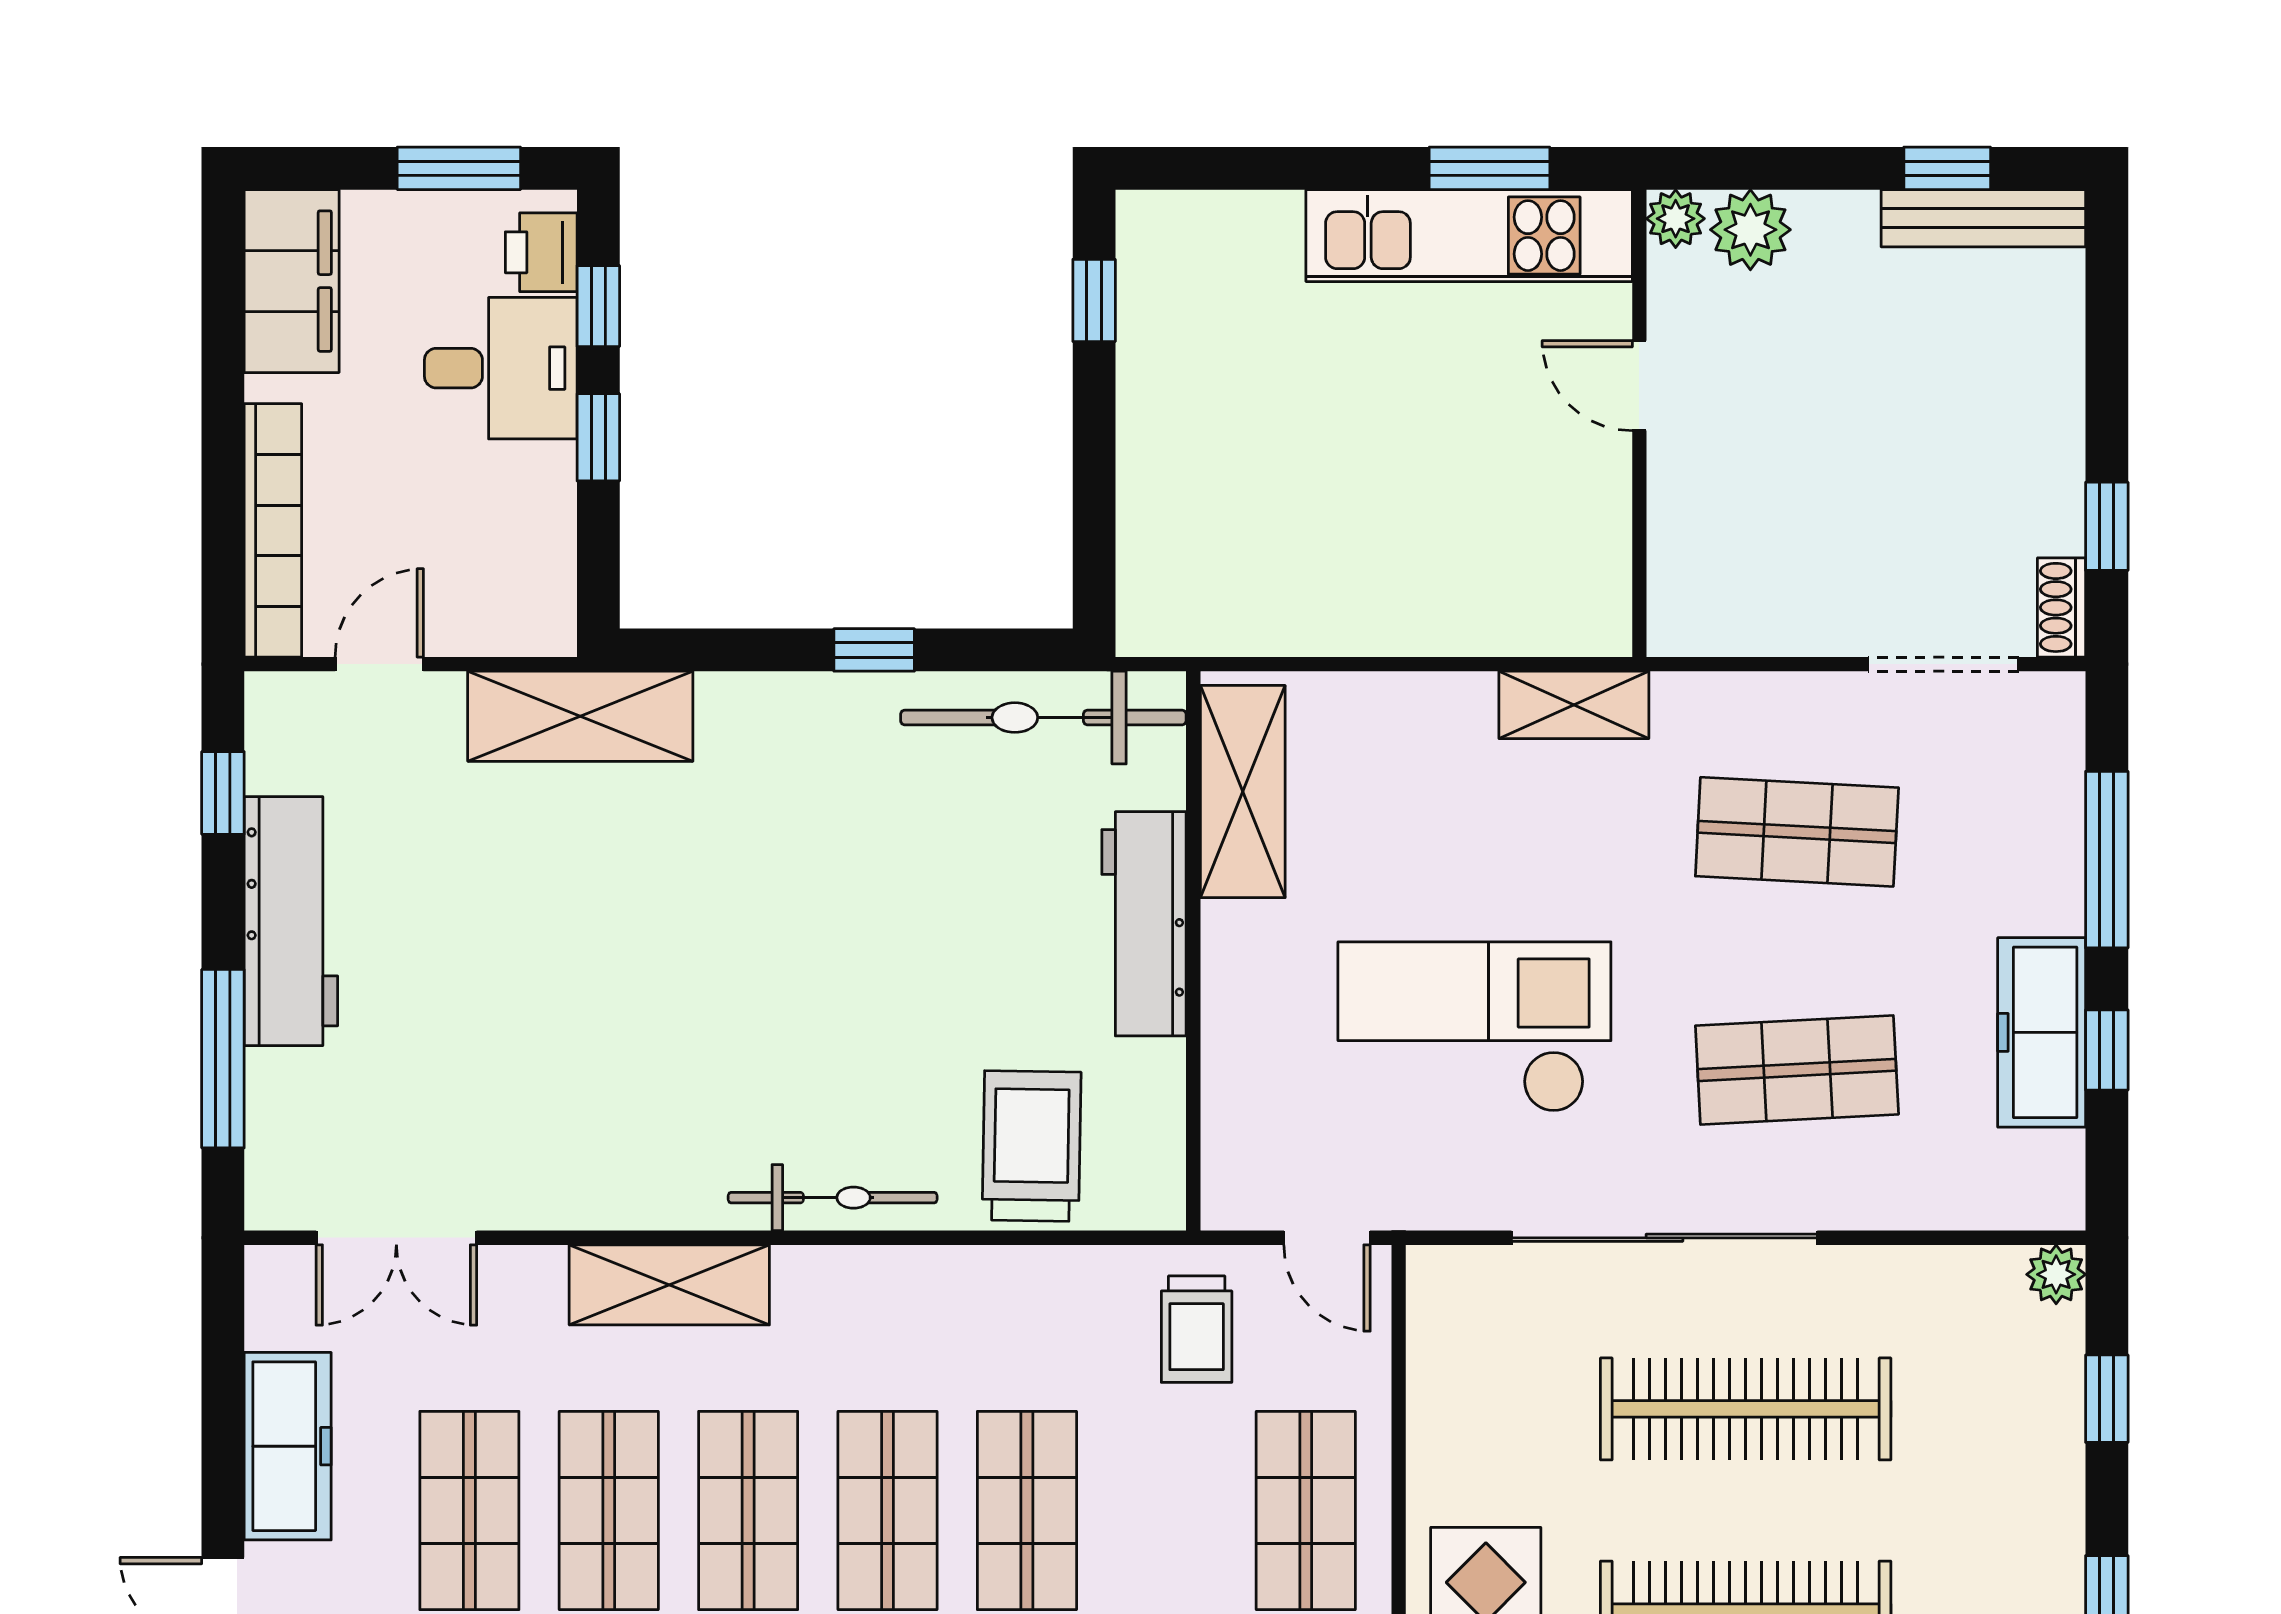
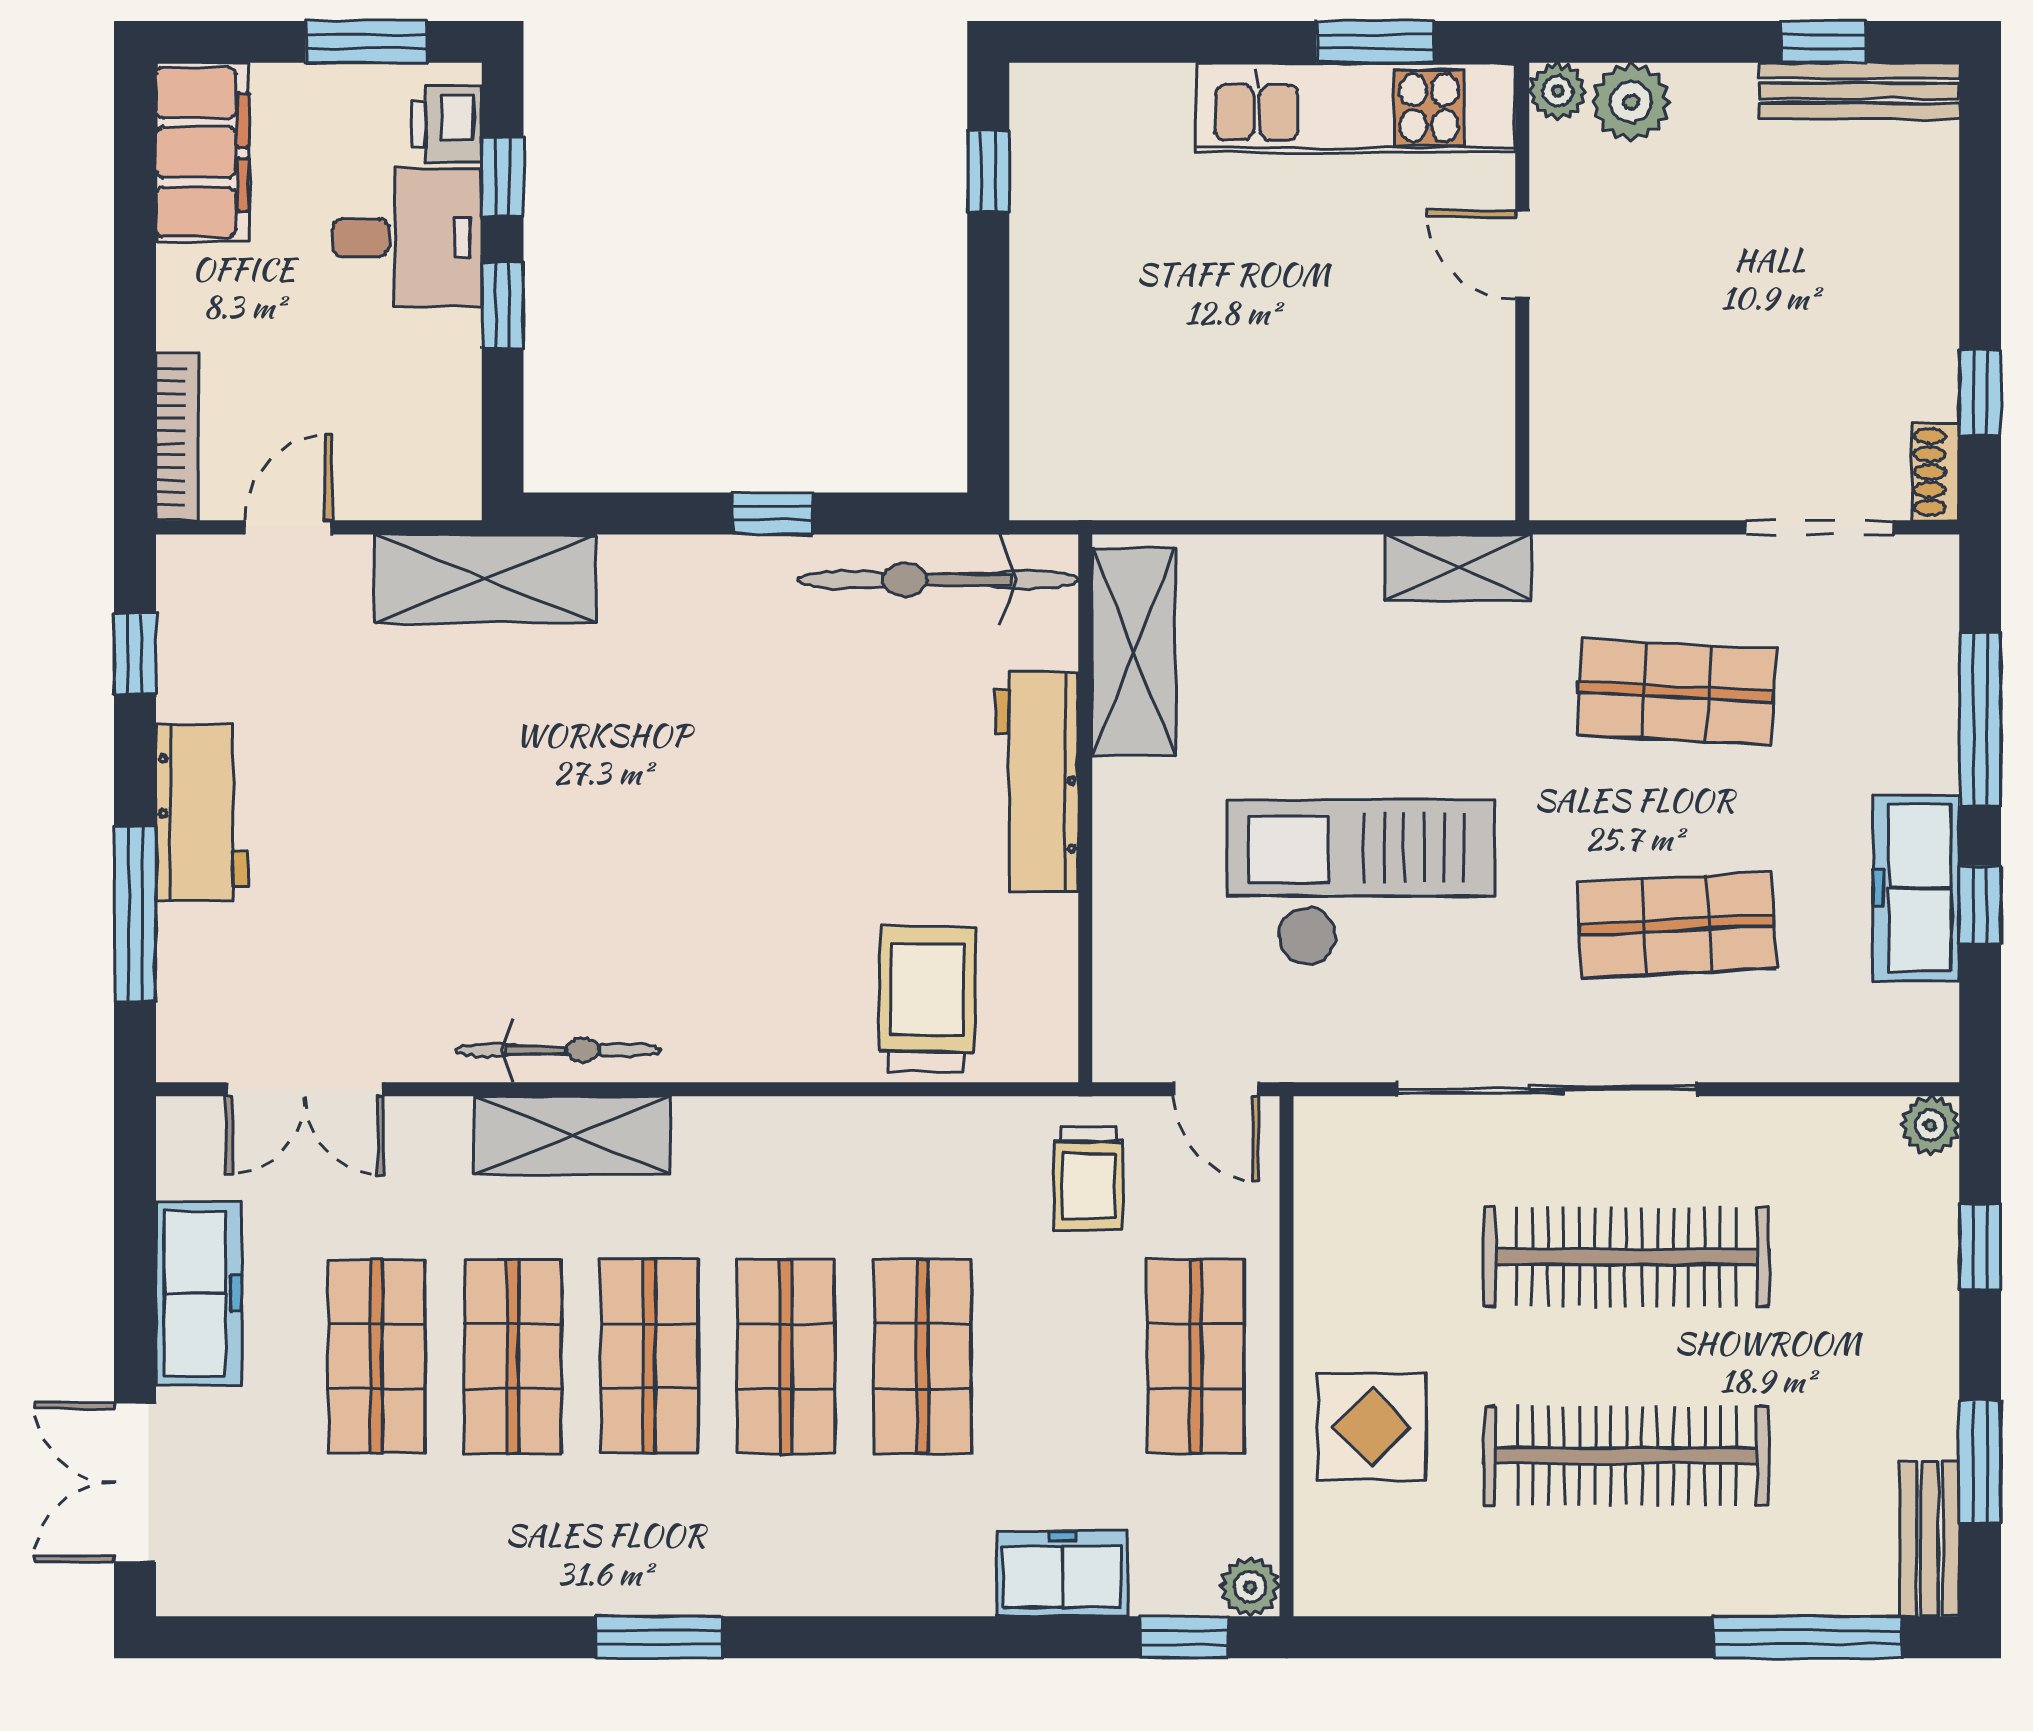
bookcase: (273, 530) -> (177, 437), width x0.68, depth x0.76
workbench: (291, 921) -> (202, 812), width x0.73
bicycle: (833, 1198) -> (558, 1050), moved

